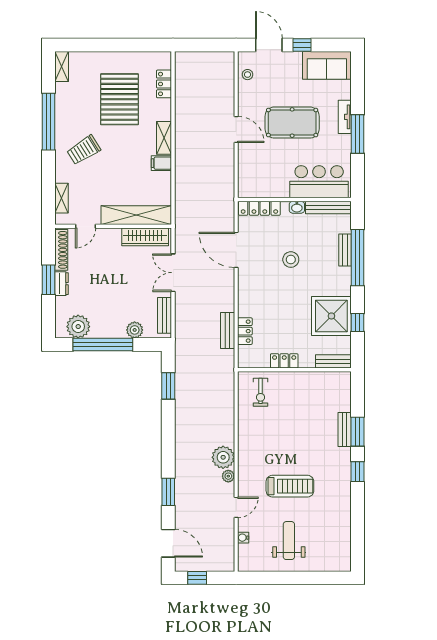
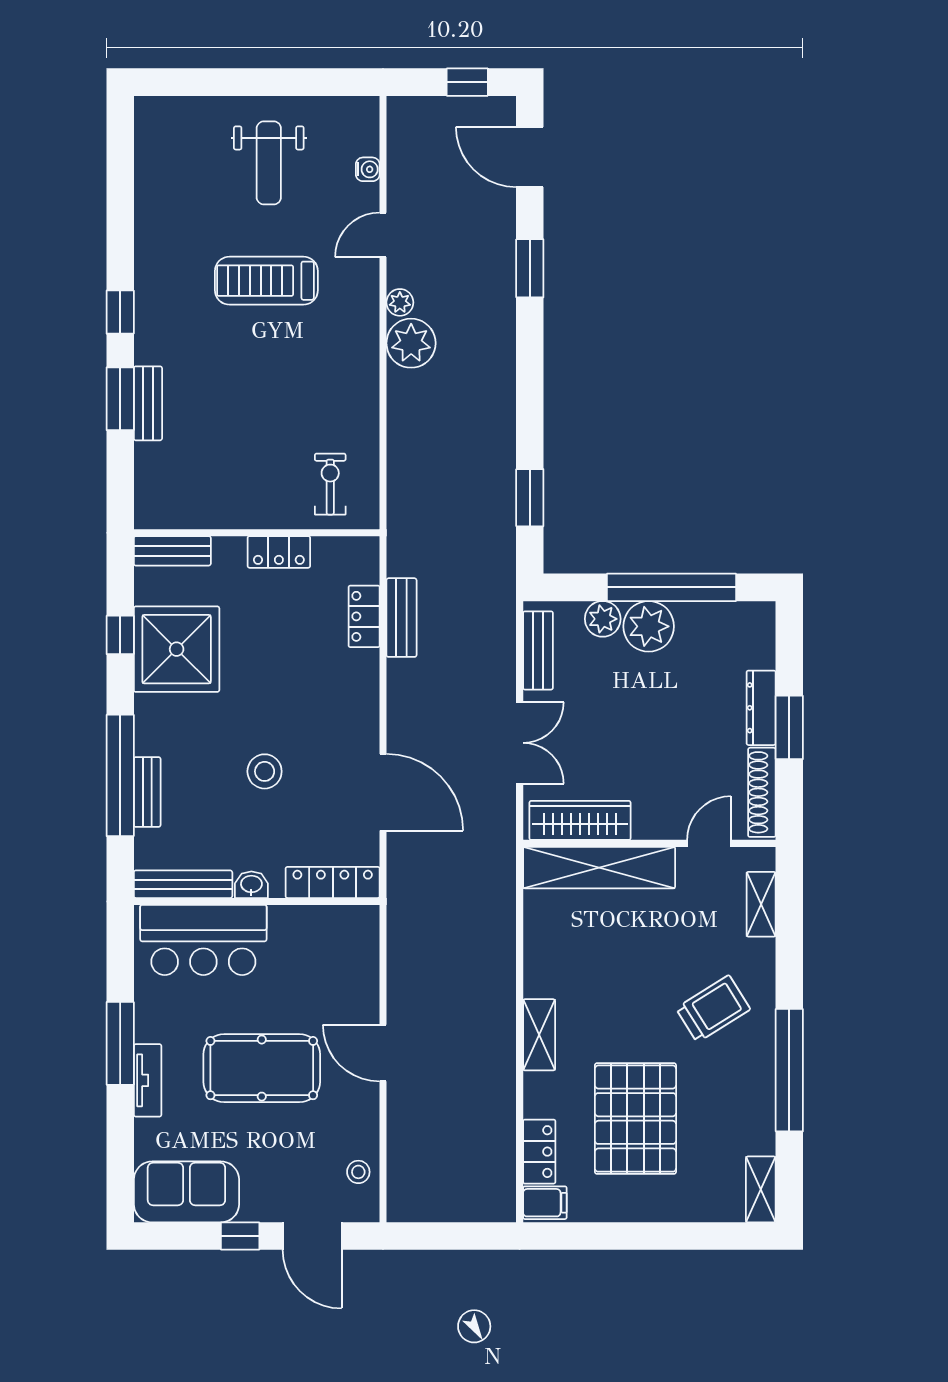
filing cabinet: (161, 163) -> (545, 1203), moved
dresser: (62, 284) -> (761, 708), width x1.44
plant: (78, 327) -> (649, 626), moved

